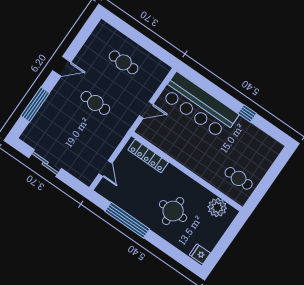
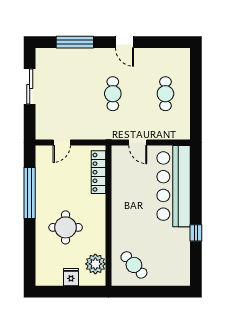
cafe table: (239, 178) -> (134, 265), turned -43
fridge: (200, 254) -> (71, 277), moved

